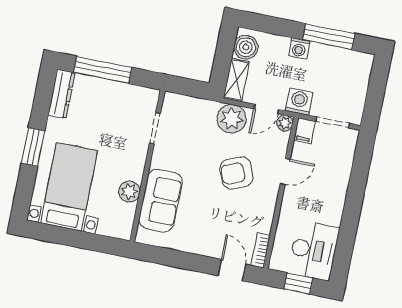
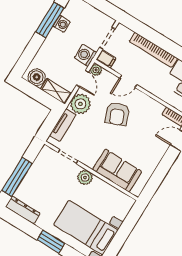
washing machine: (299, 48) -> (62, 24), moved
tv unit: (195, 106) -> (63, 125), added
door: (285, 172) -> (128, 81), swing flipped
bookcase: (340, 190) -> (153, 50), added
plant: (129, 191) -> (85, 177), moved

